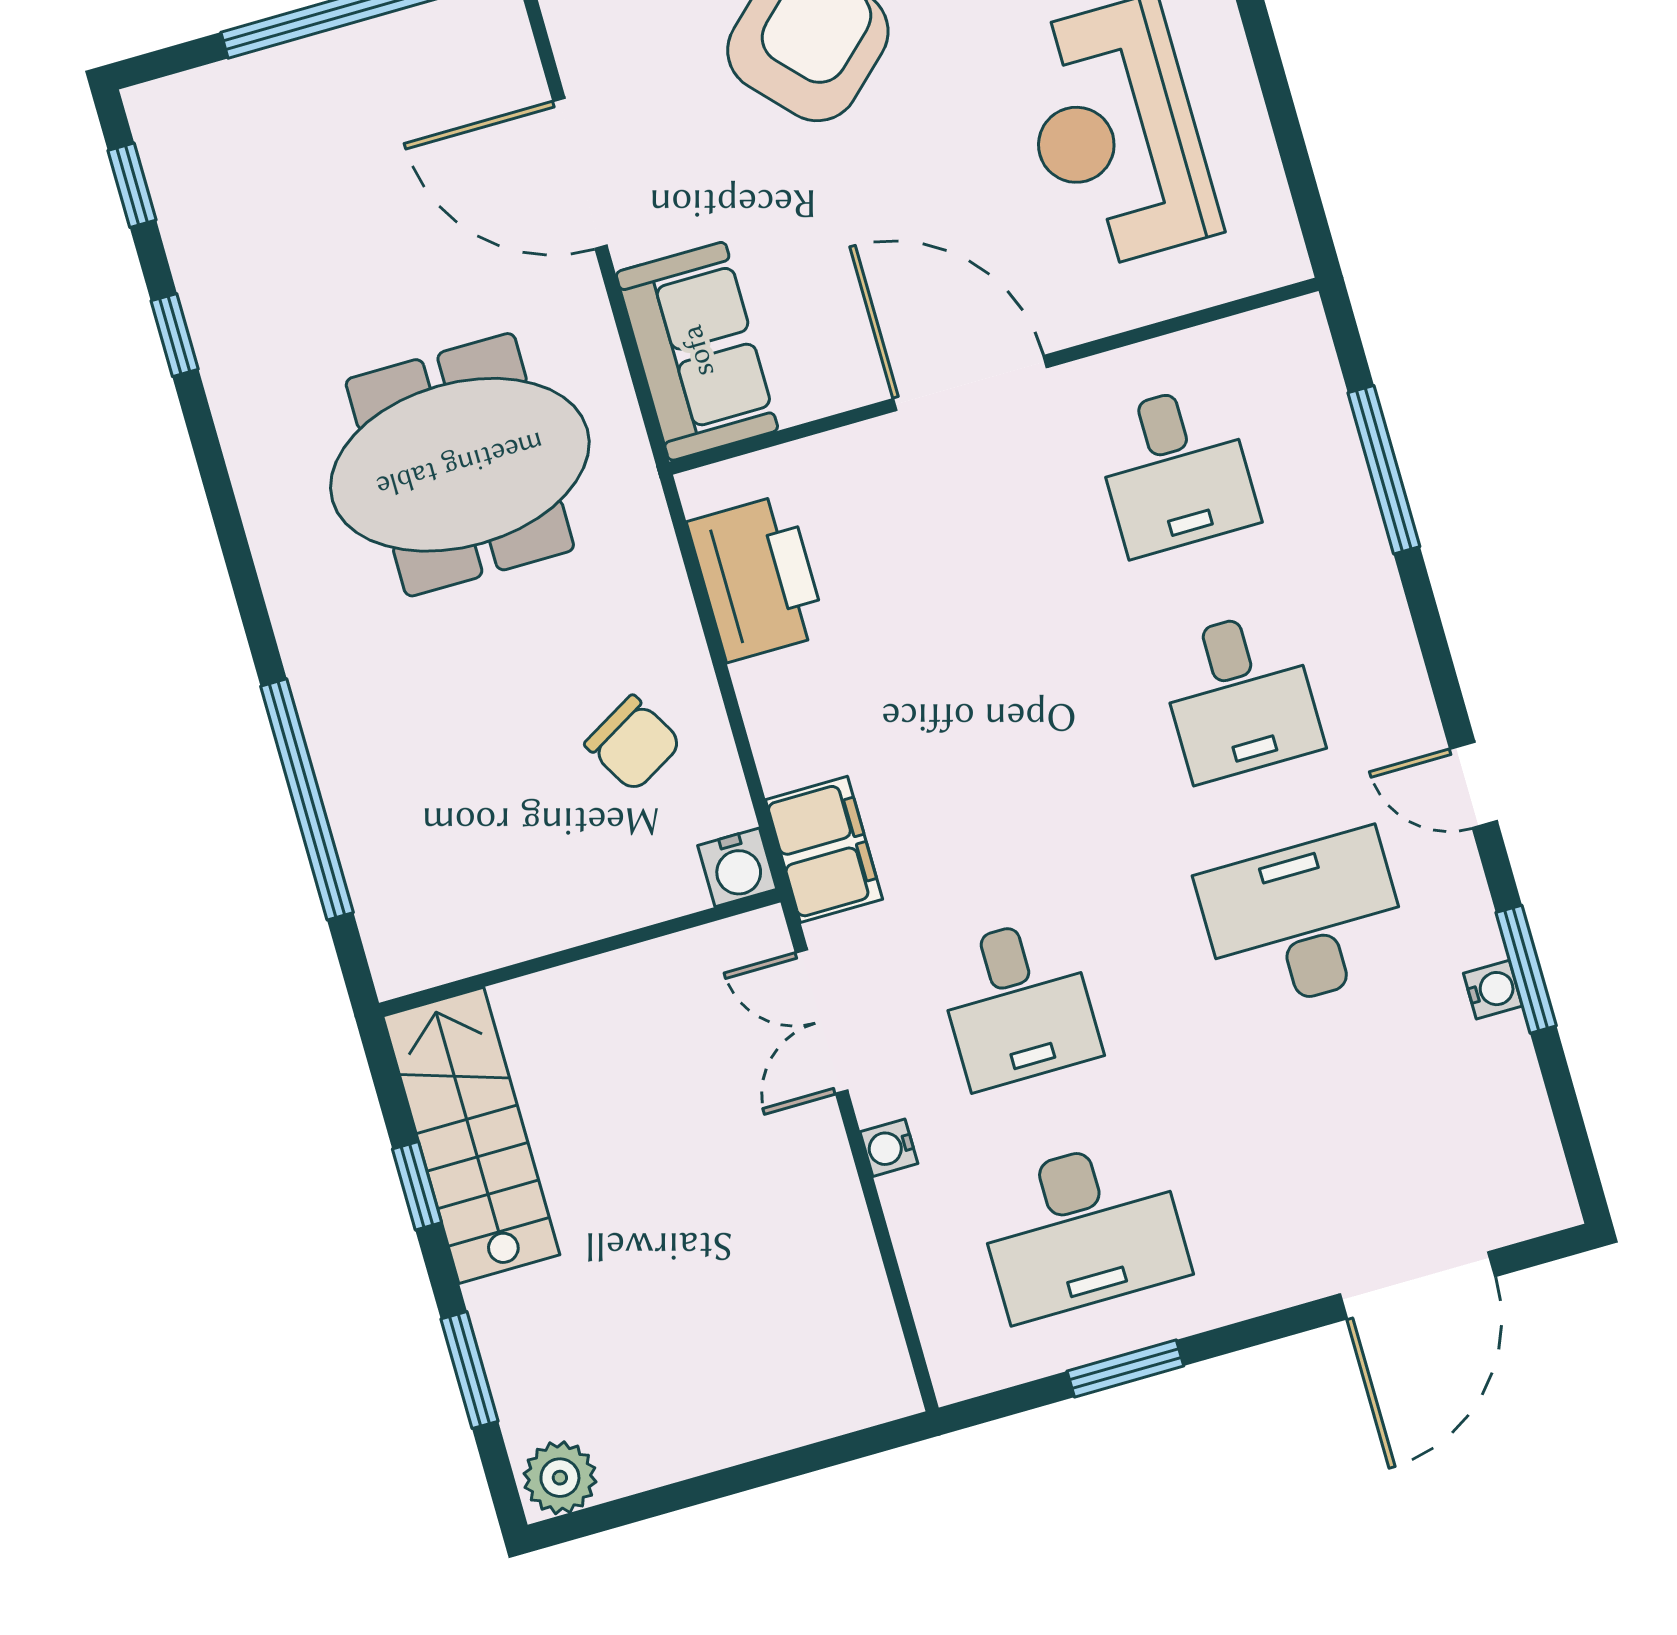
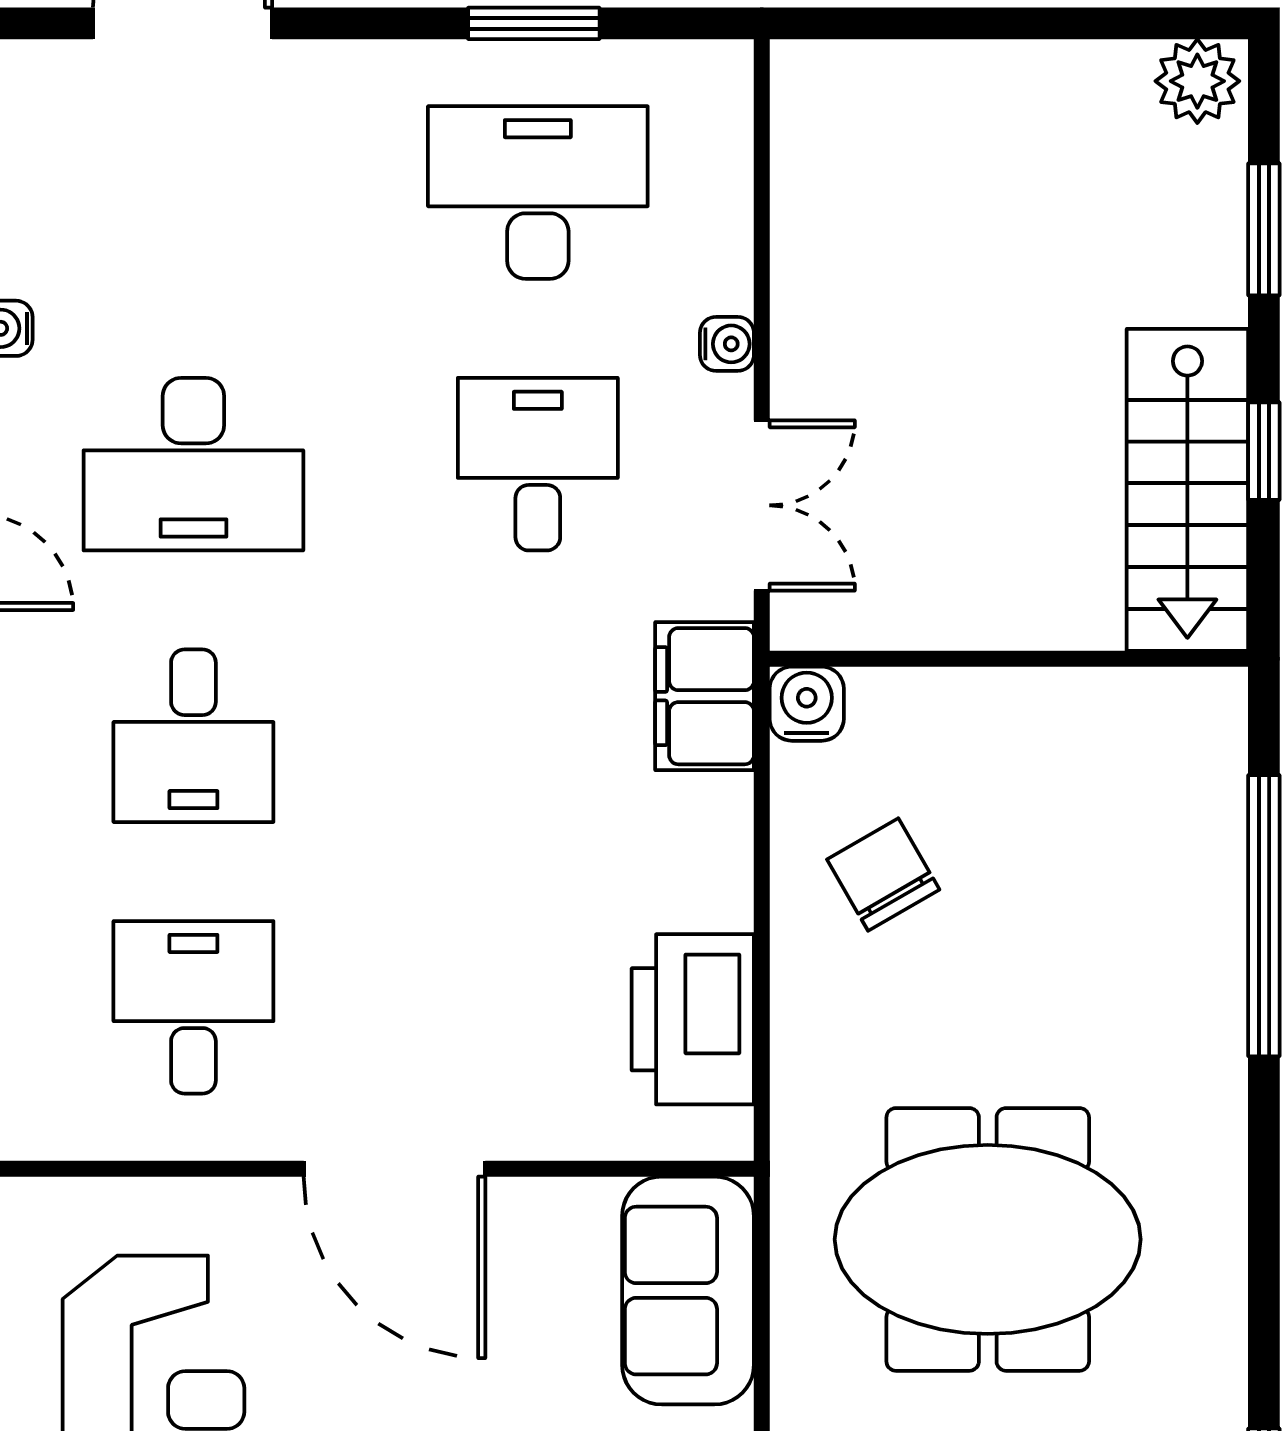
desk: (1240, 695) -> (193, 736), turned 180

